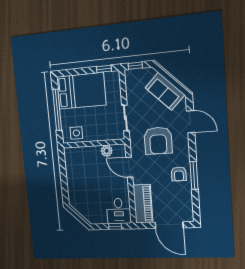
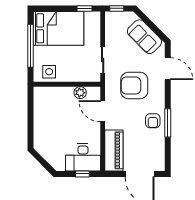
armchair: (158, 141) -> (134, 85), turned 90
desk: (119, 211) -> (83, 157), width x1.37

